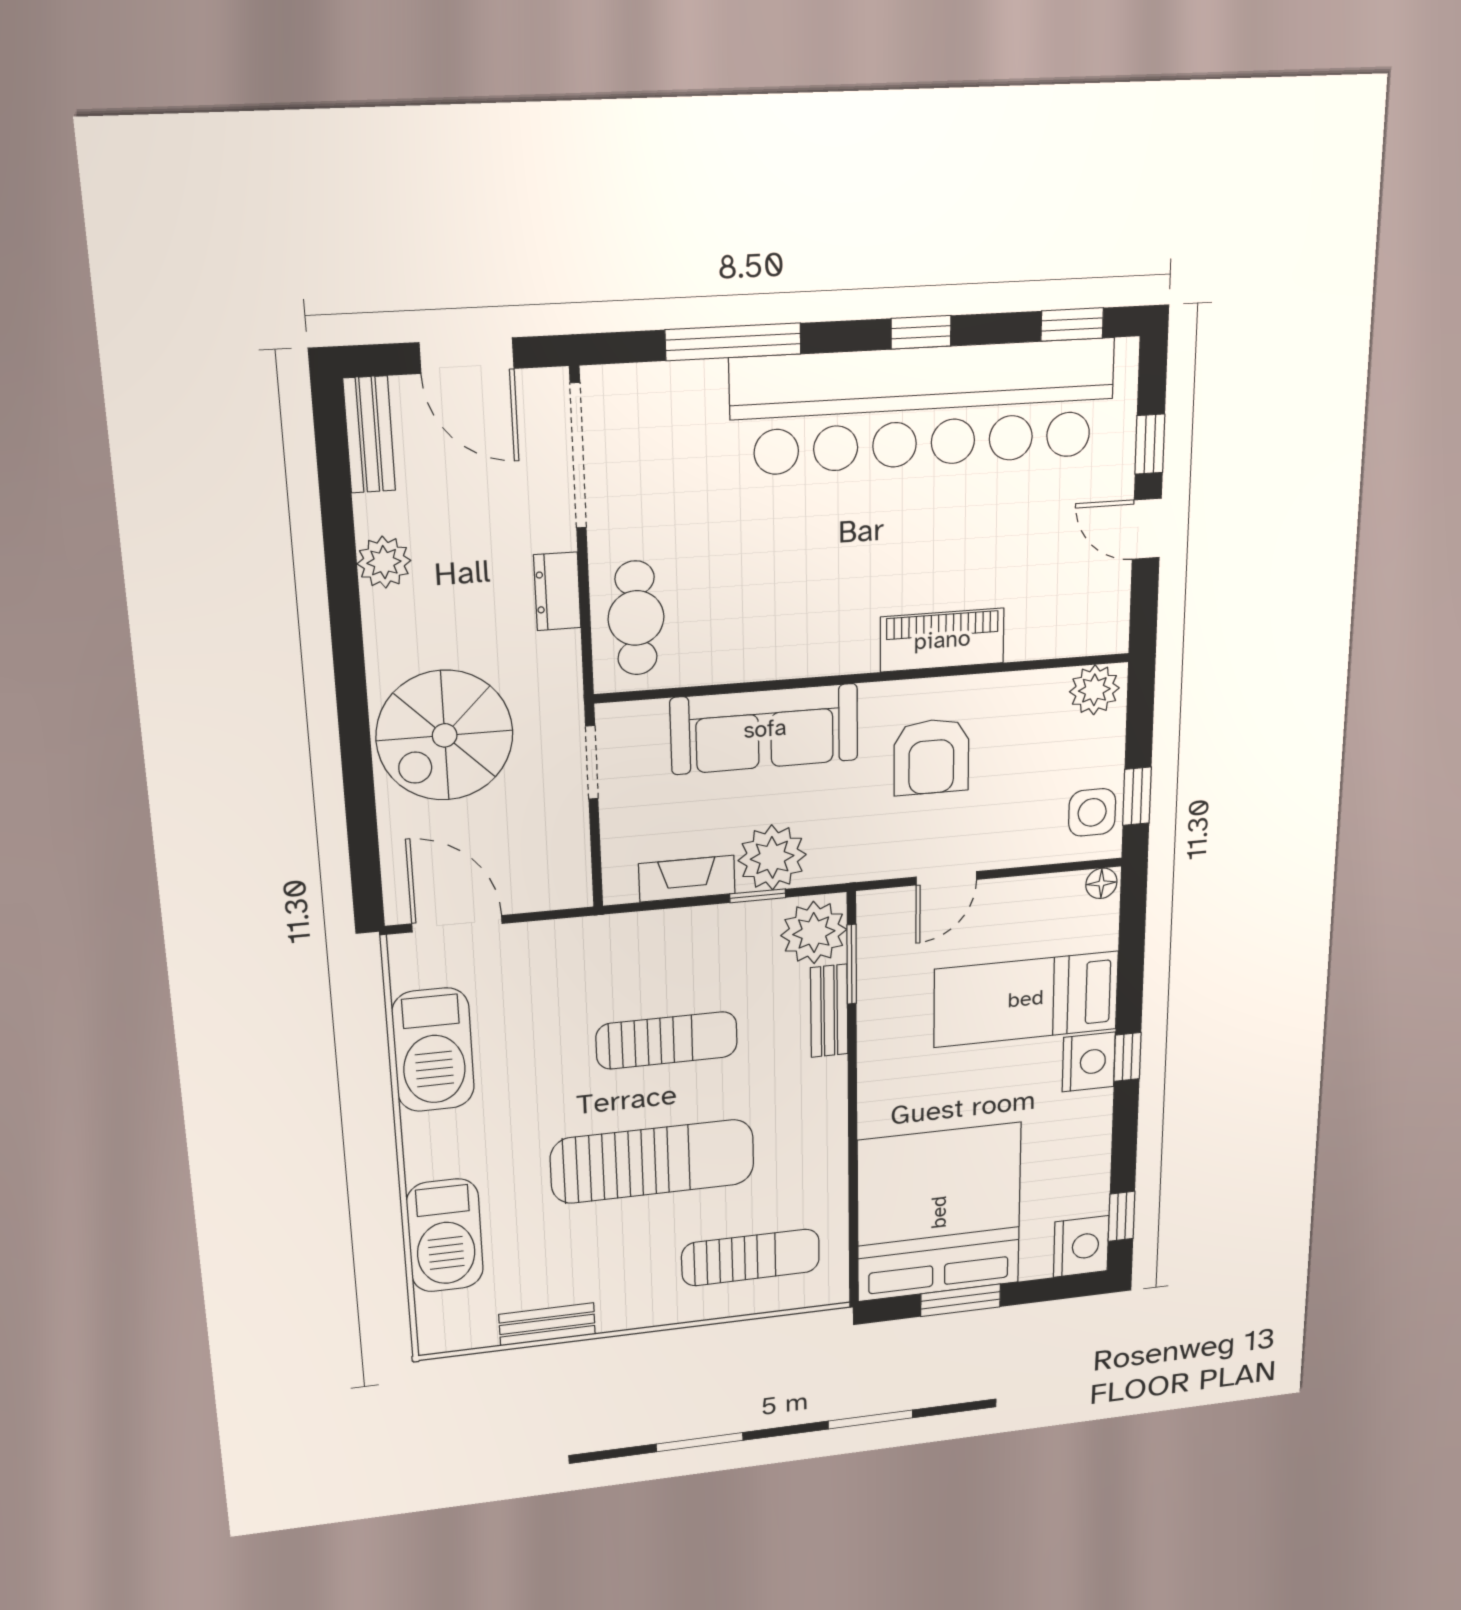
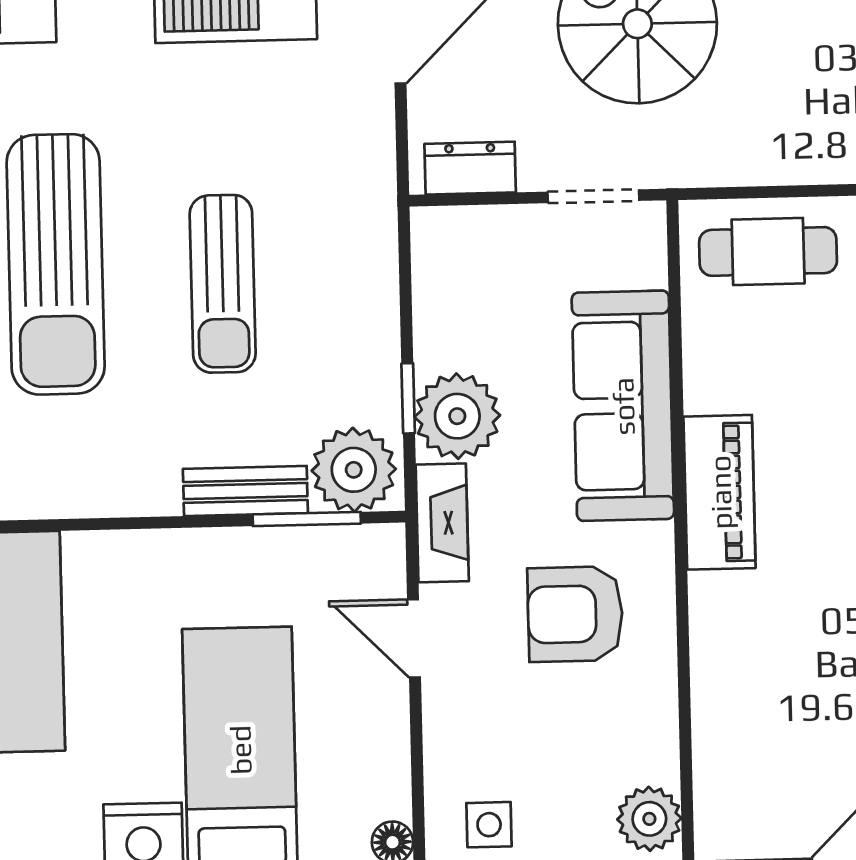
dresser: (557, 591) -> (470, 168), moved
piano: (942, 640) -> (720, 492), moved
side table: (1092, 812) -> (489, 825), width x0.73, depth x0.73
fireplace: (687, 879) -> (442, 523), moved

